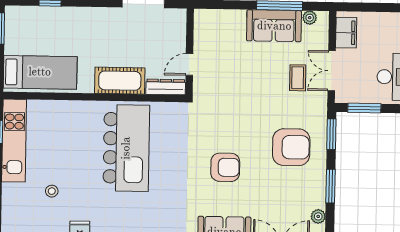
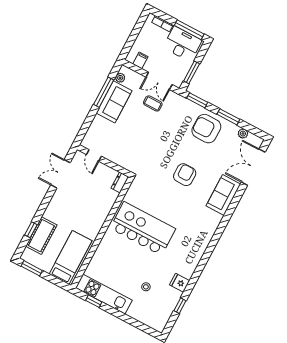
filing cabinet: (346, 33) -> (140, 60), width x0.50
door: (189, 65) -> (94, 155), moved
cot: (120, 81) -> (41, 236), moved
dresser: (166, 87) -> (120, 182), width x0.70
armchair: (291, 147) -> (206, 129), moved, turned -90

